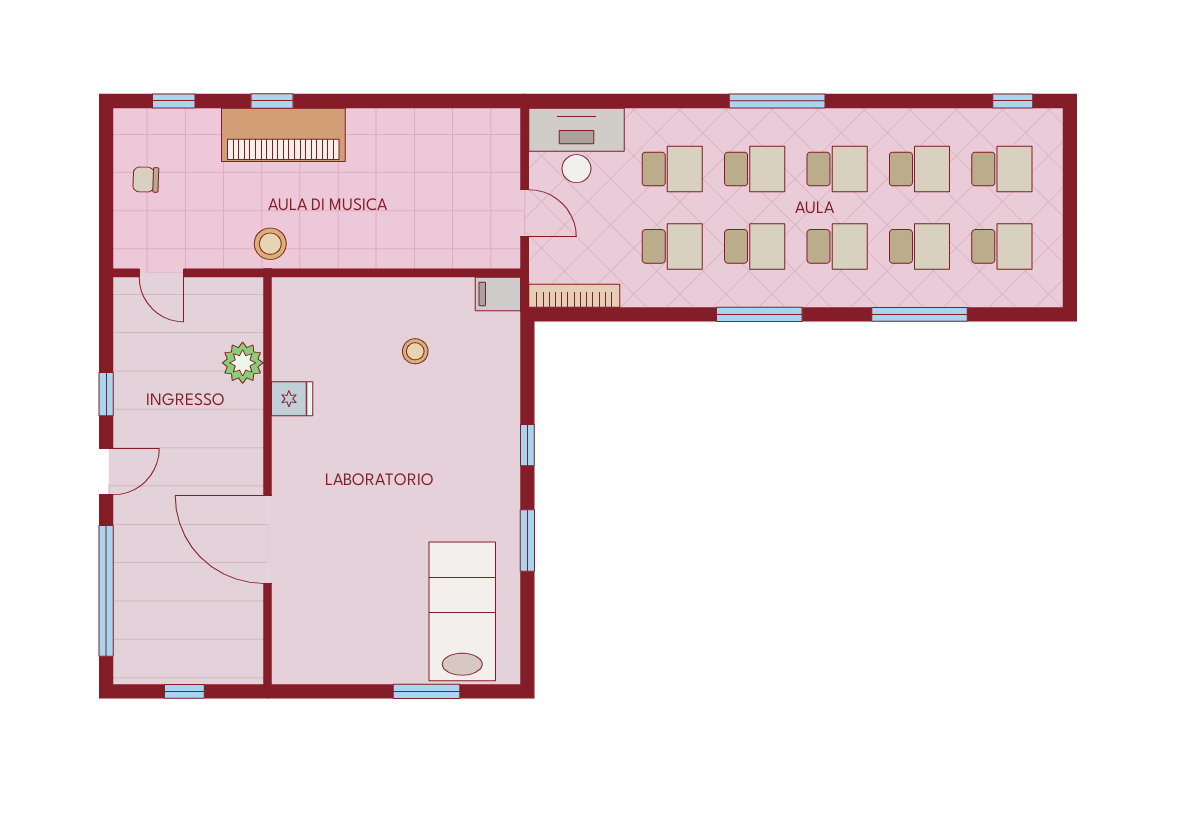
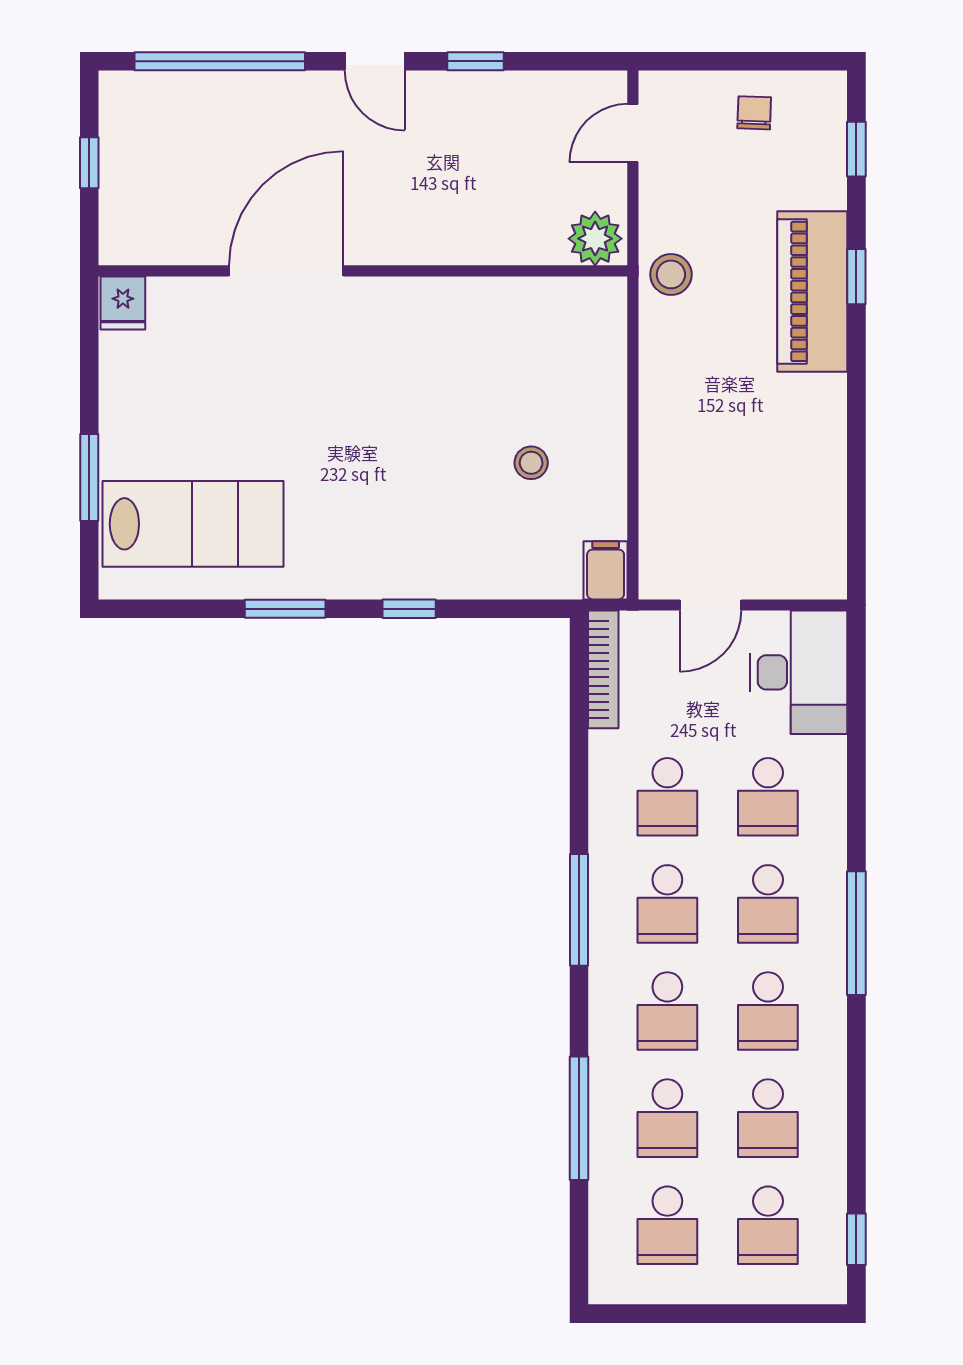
plant: (243, 363) -> (595, 239), moved
fridge: (292, 399) -> (123, 303), moved

